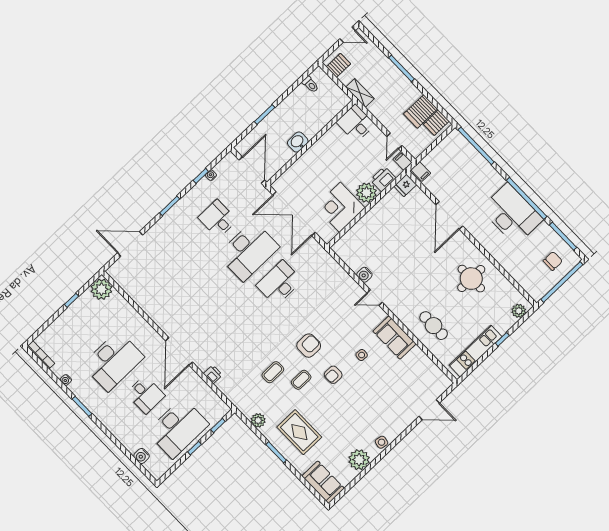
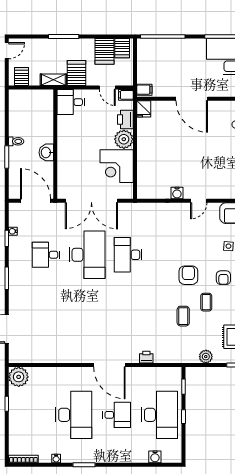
toilet: (310, 84) -> (16, 141), moved
server rack: (383, 106) -> (77, 73), added

